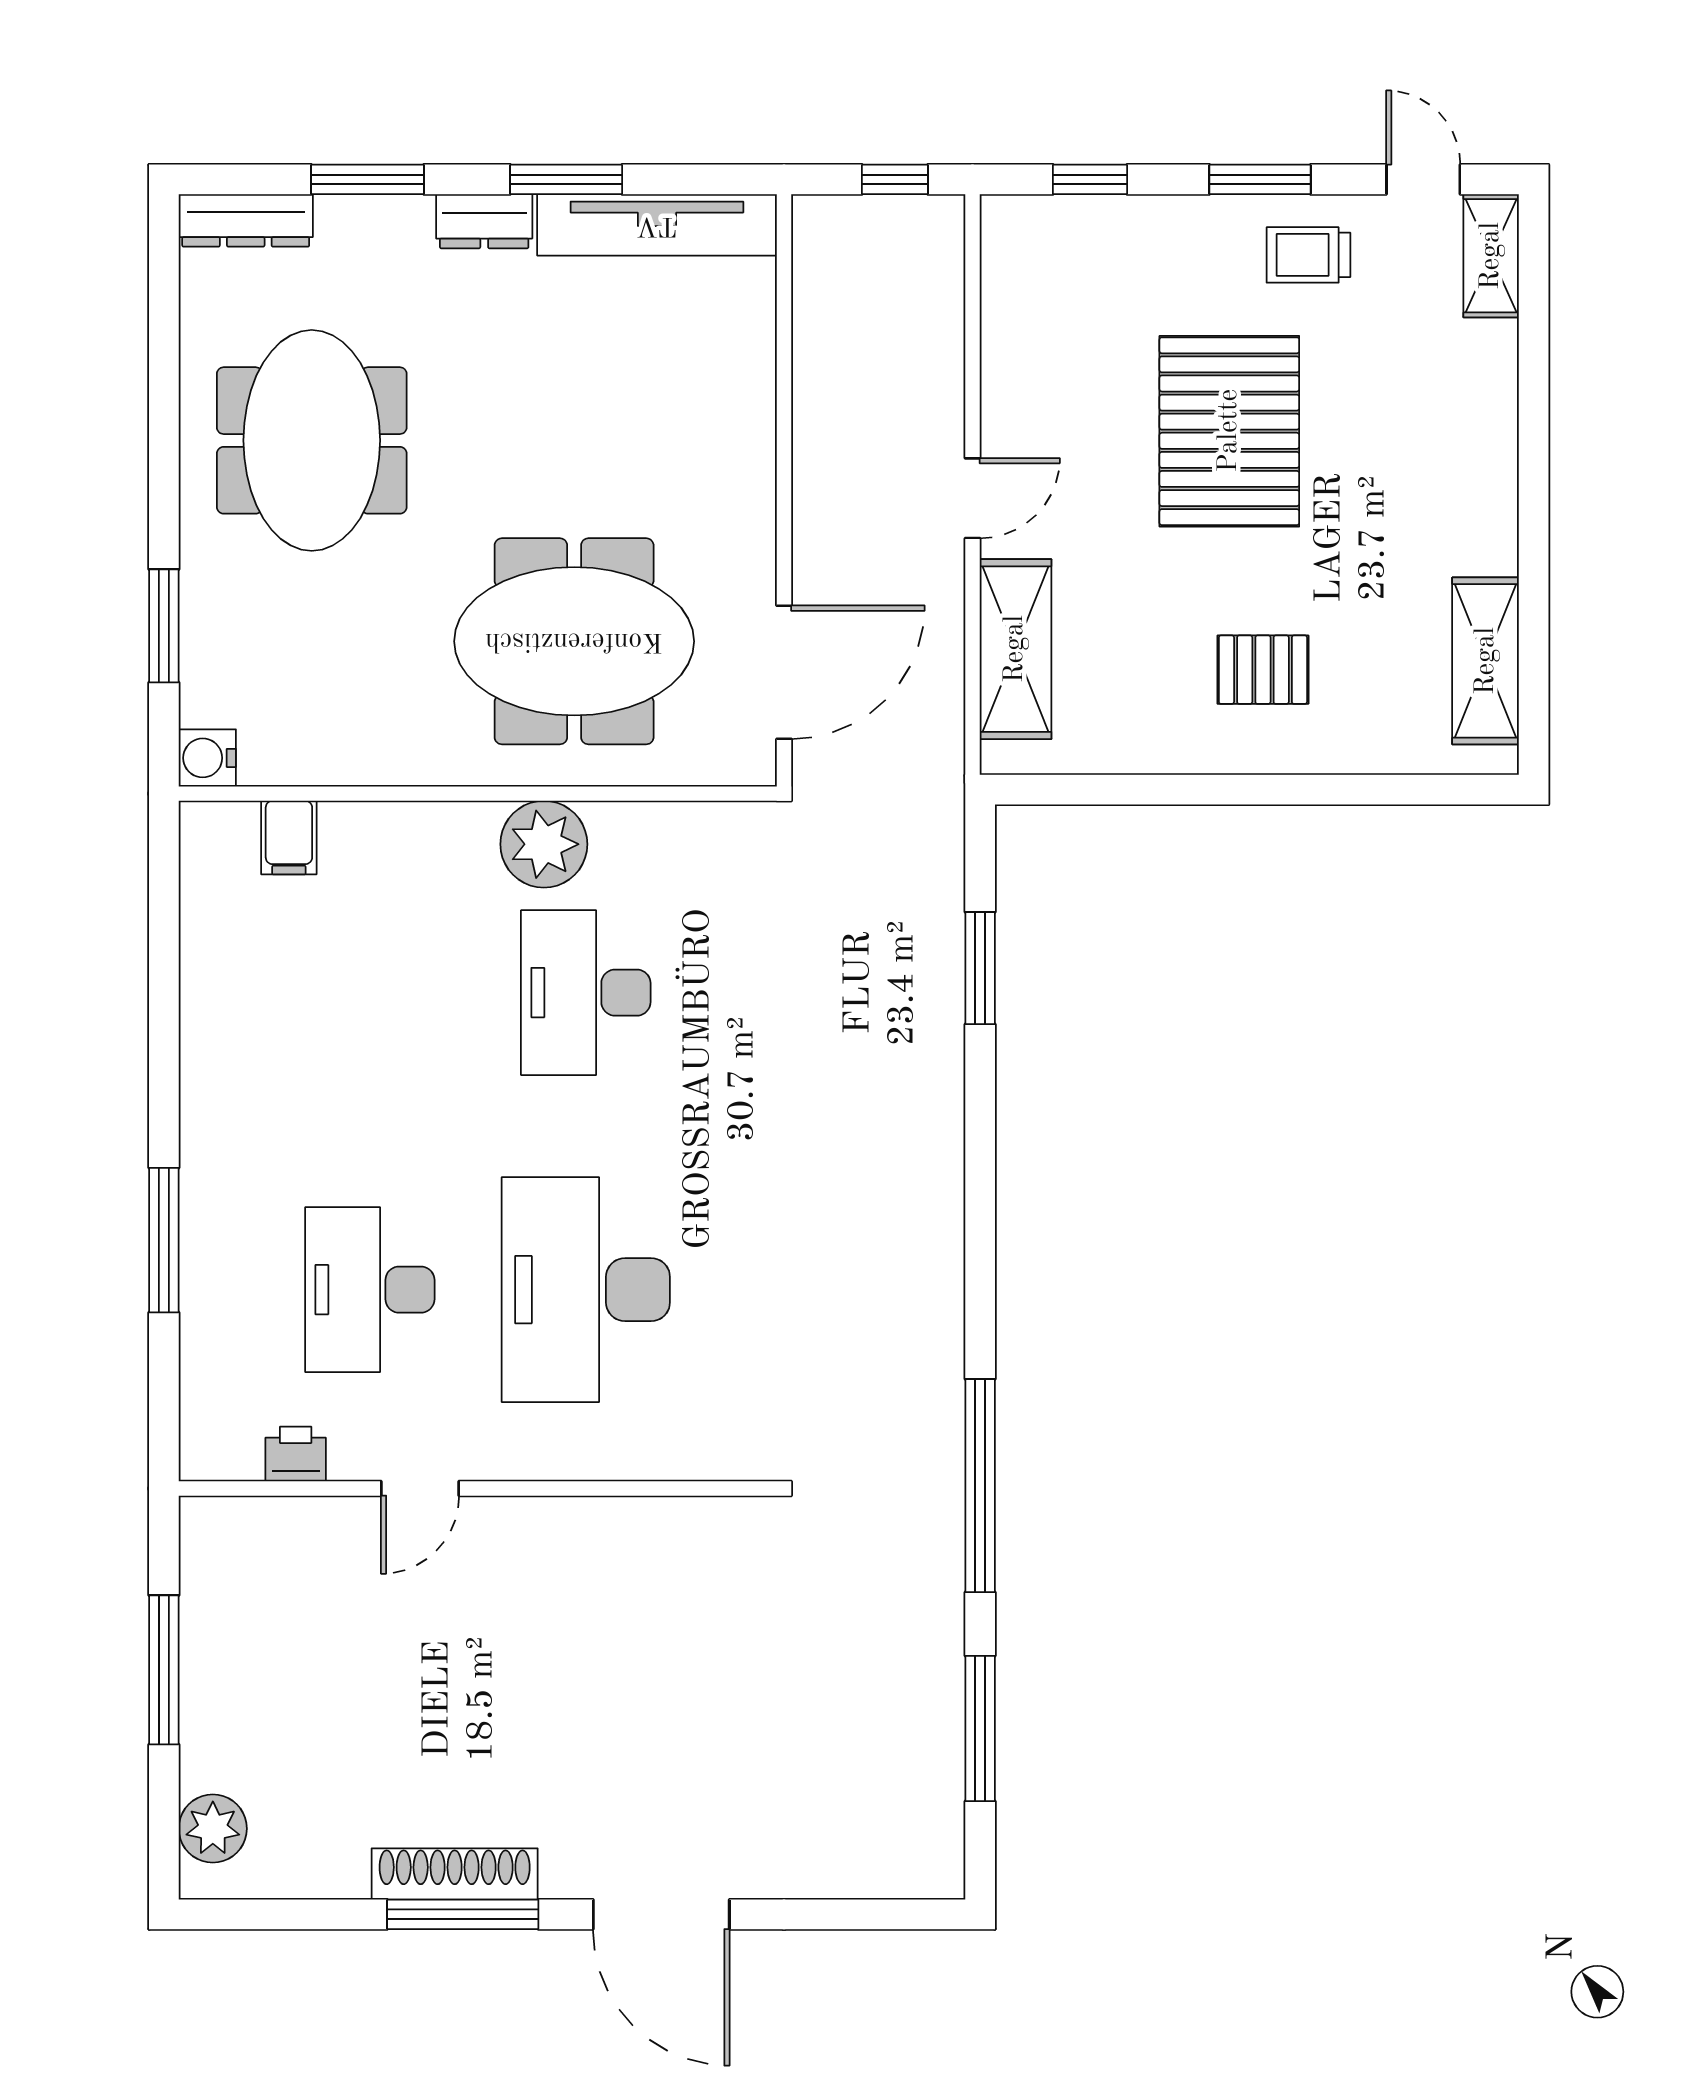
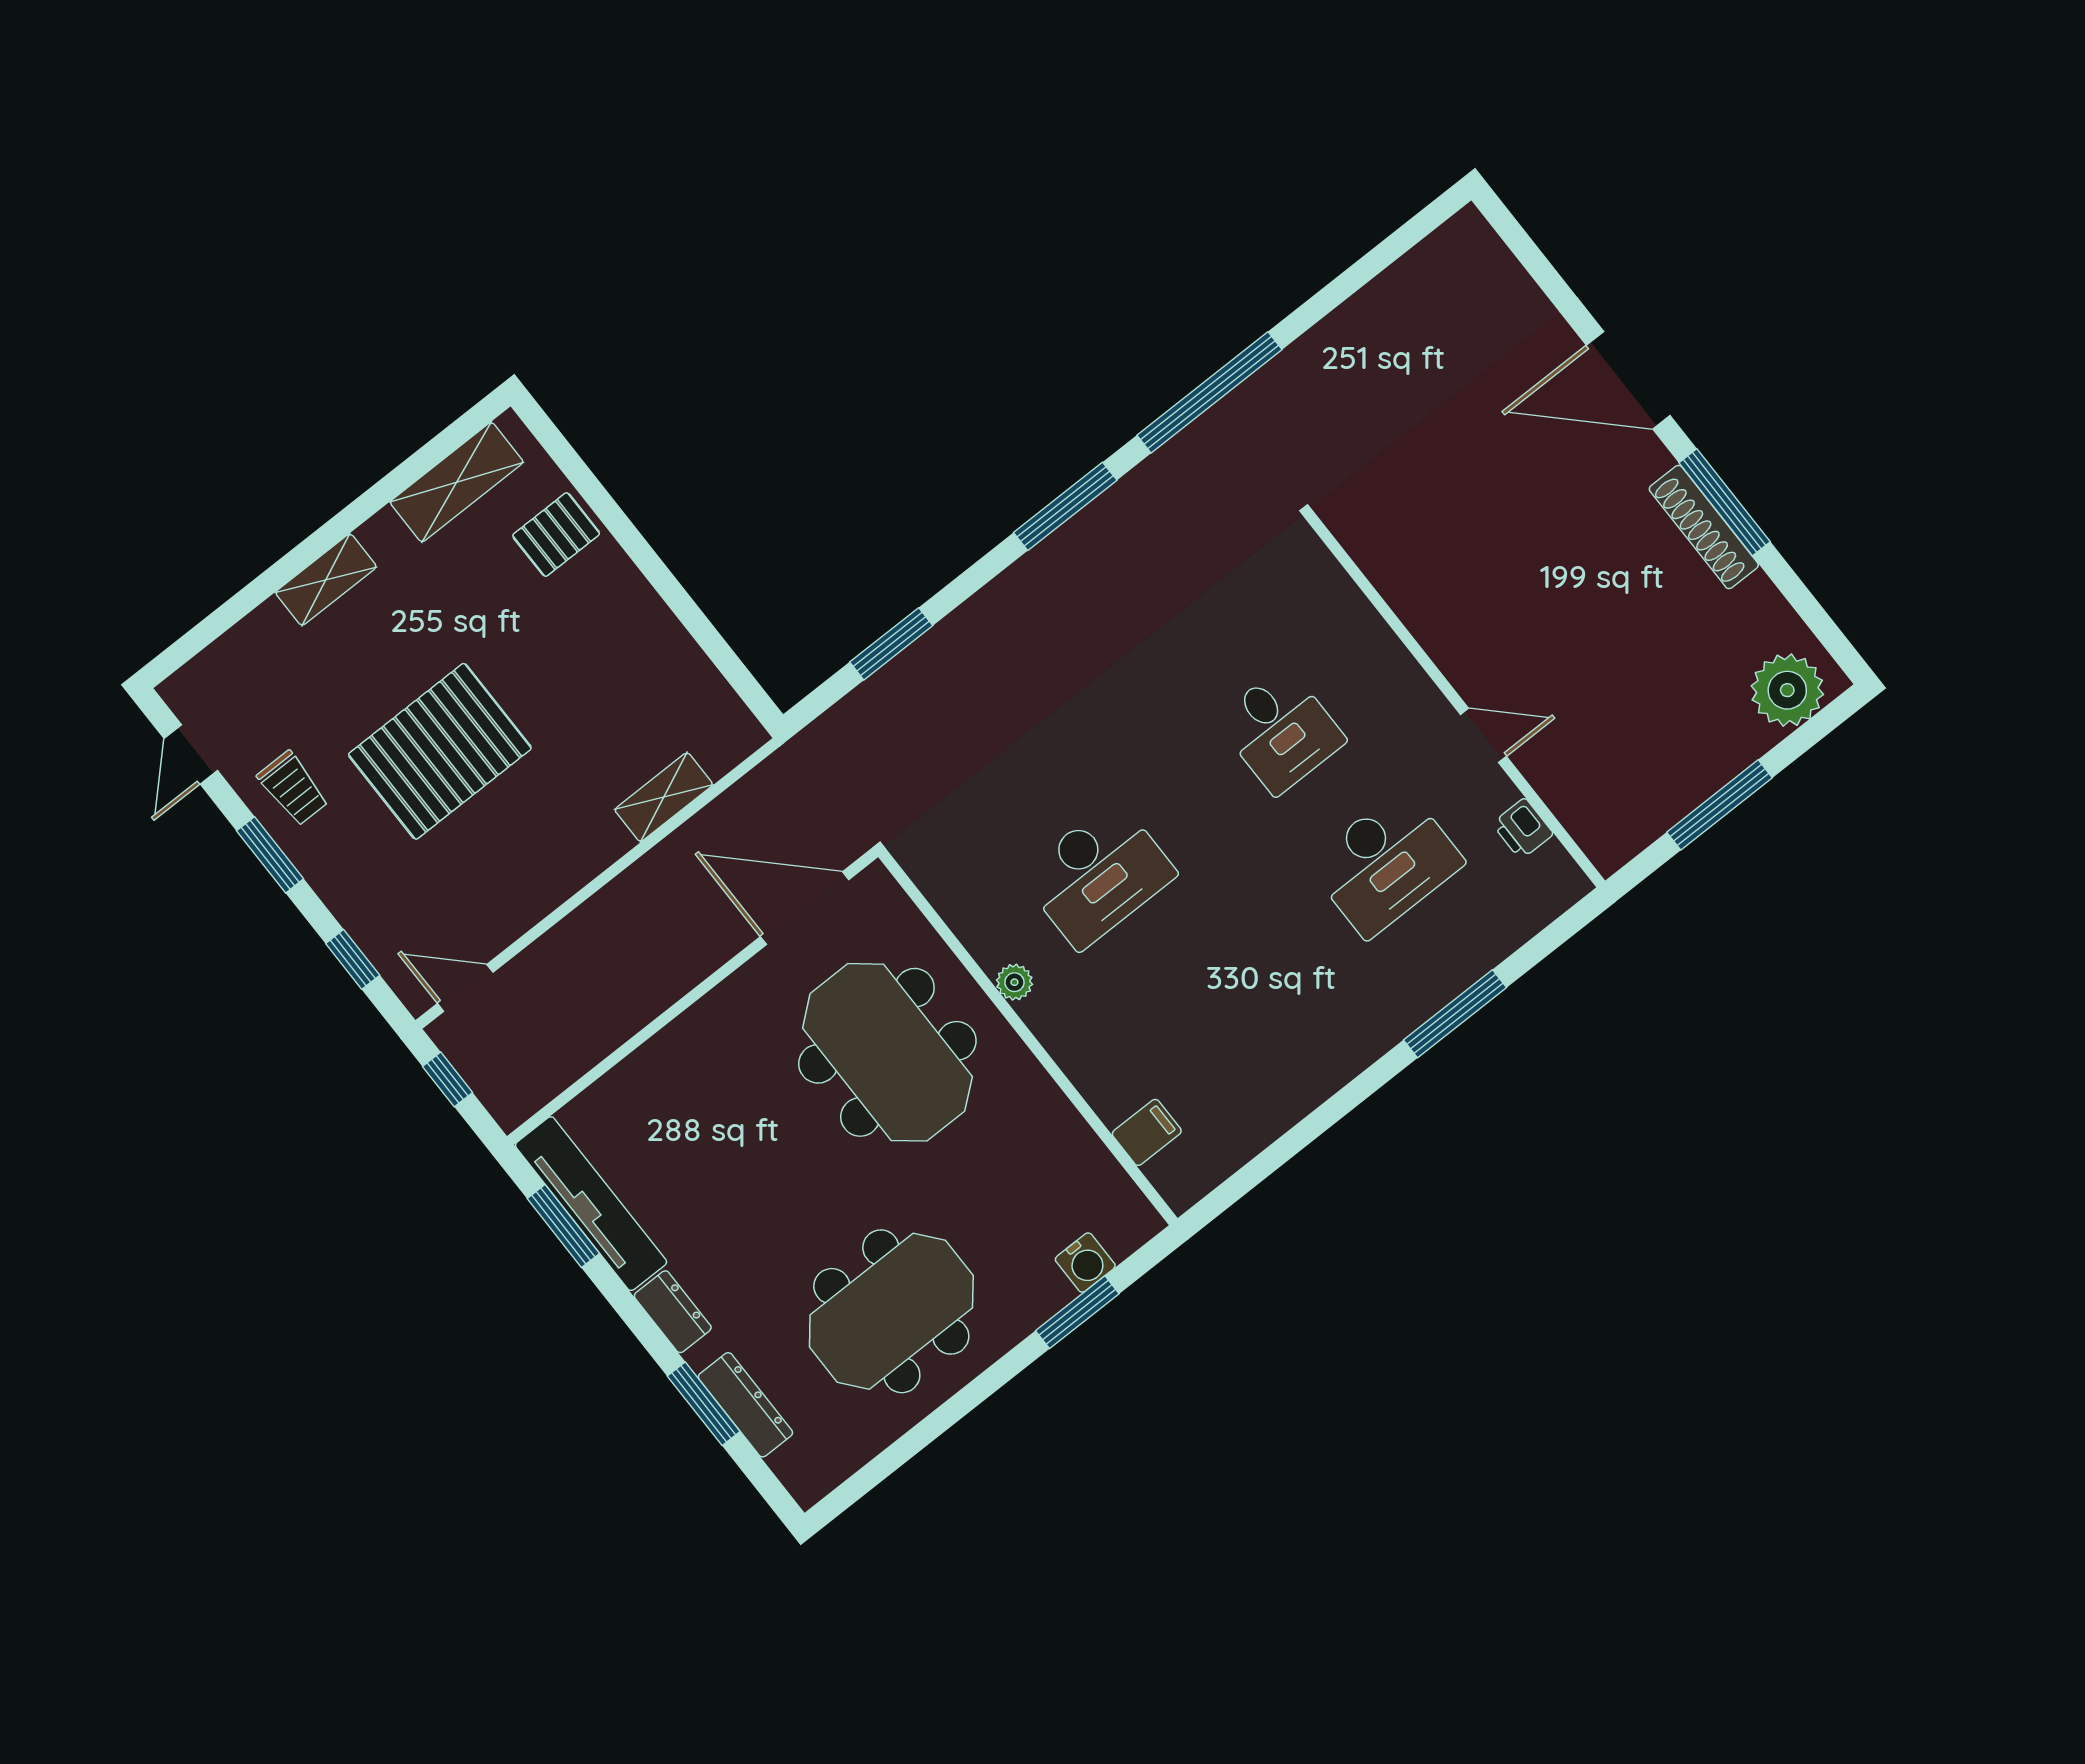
window: (566, 179) -> (563, 1226), moved
dresser: (246, 220) -> (745, 1405), moved
shelving: (1491, 256) -> (326, 580), moved
door: (972, 498) -> (465, 988), moved
shelving: (1015, 649) -> (664, 797), width x0.67, depth x0.75
pallet: (1263, 670) -> (556, 535), moved, turned 90
water cooler: (207, 758) -> (1085, 1263), moved
plant: (544, 844) -> (1014, 982), width x0.53, depth x0.53
desk: (586, 1290) -> (1281, 730), width x0.53, depth x0.77
window: (980, 1729) -> (1065, 506), moved
plant: (213, 1829) -> (1787, 690), width x1.36, depth x1.36
door: (661, 1914) -> (1628, 380), swing flipped

